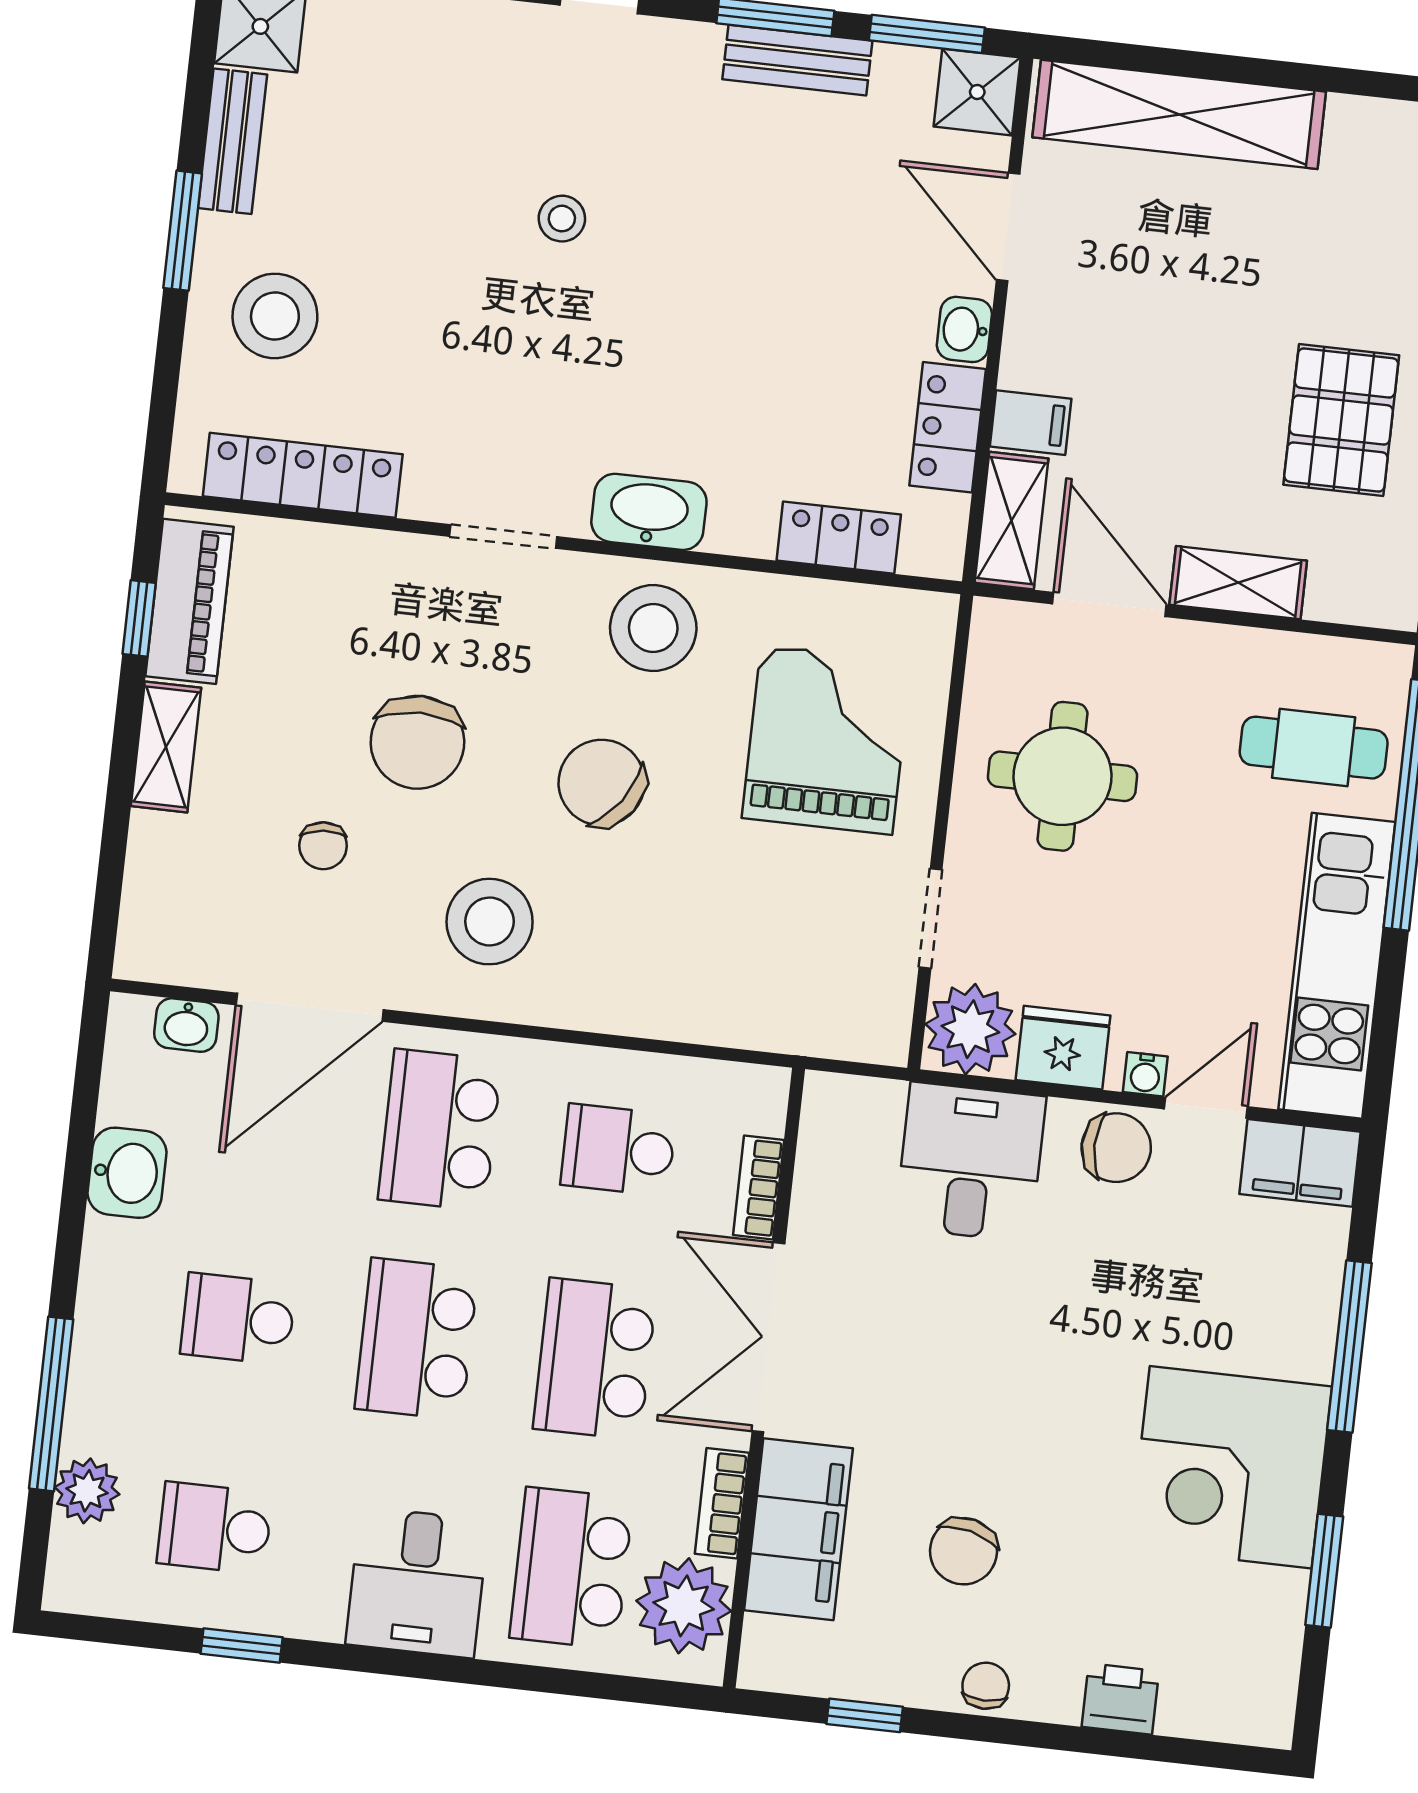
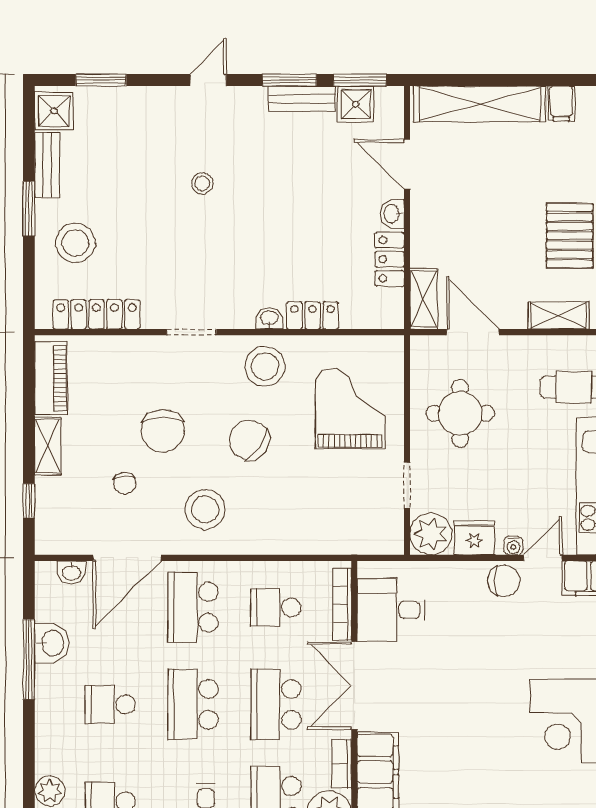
shower: (977, 92) -> (356, 104), moved
filing cabinet: (1031, 423) -> (561, 103), moved, turned 90
washbasin: (649, 512) -> (269, 318), width x0.52, depth x0.69
locker: (839, 538) -> (313, 315), moved
shelving: (1238, 583) -> (558, 316), moved
window: (139, 618) -> (29, 501), moved
desk: (970, 1162) -> (391, 610), moved, turned -90
bookcase: (759, 1188) -> (342, 604), width x1.56
window: (51, 1404) -> (29, 659), moved
chair: (963, 1551) -> (455, 774), removed

